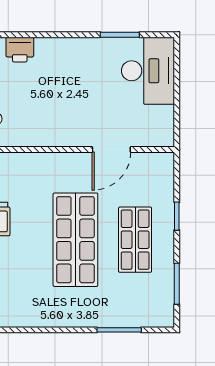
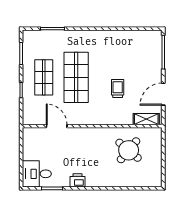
printer: (20, 50) -> (78, 180), moved
desk: (148, 71) -> (37, 174), width x0.73
door: (111, 149) -> (57, 126), hinge flipped

